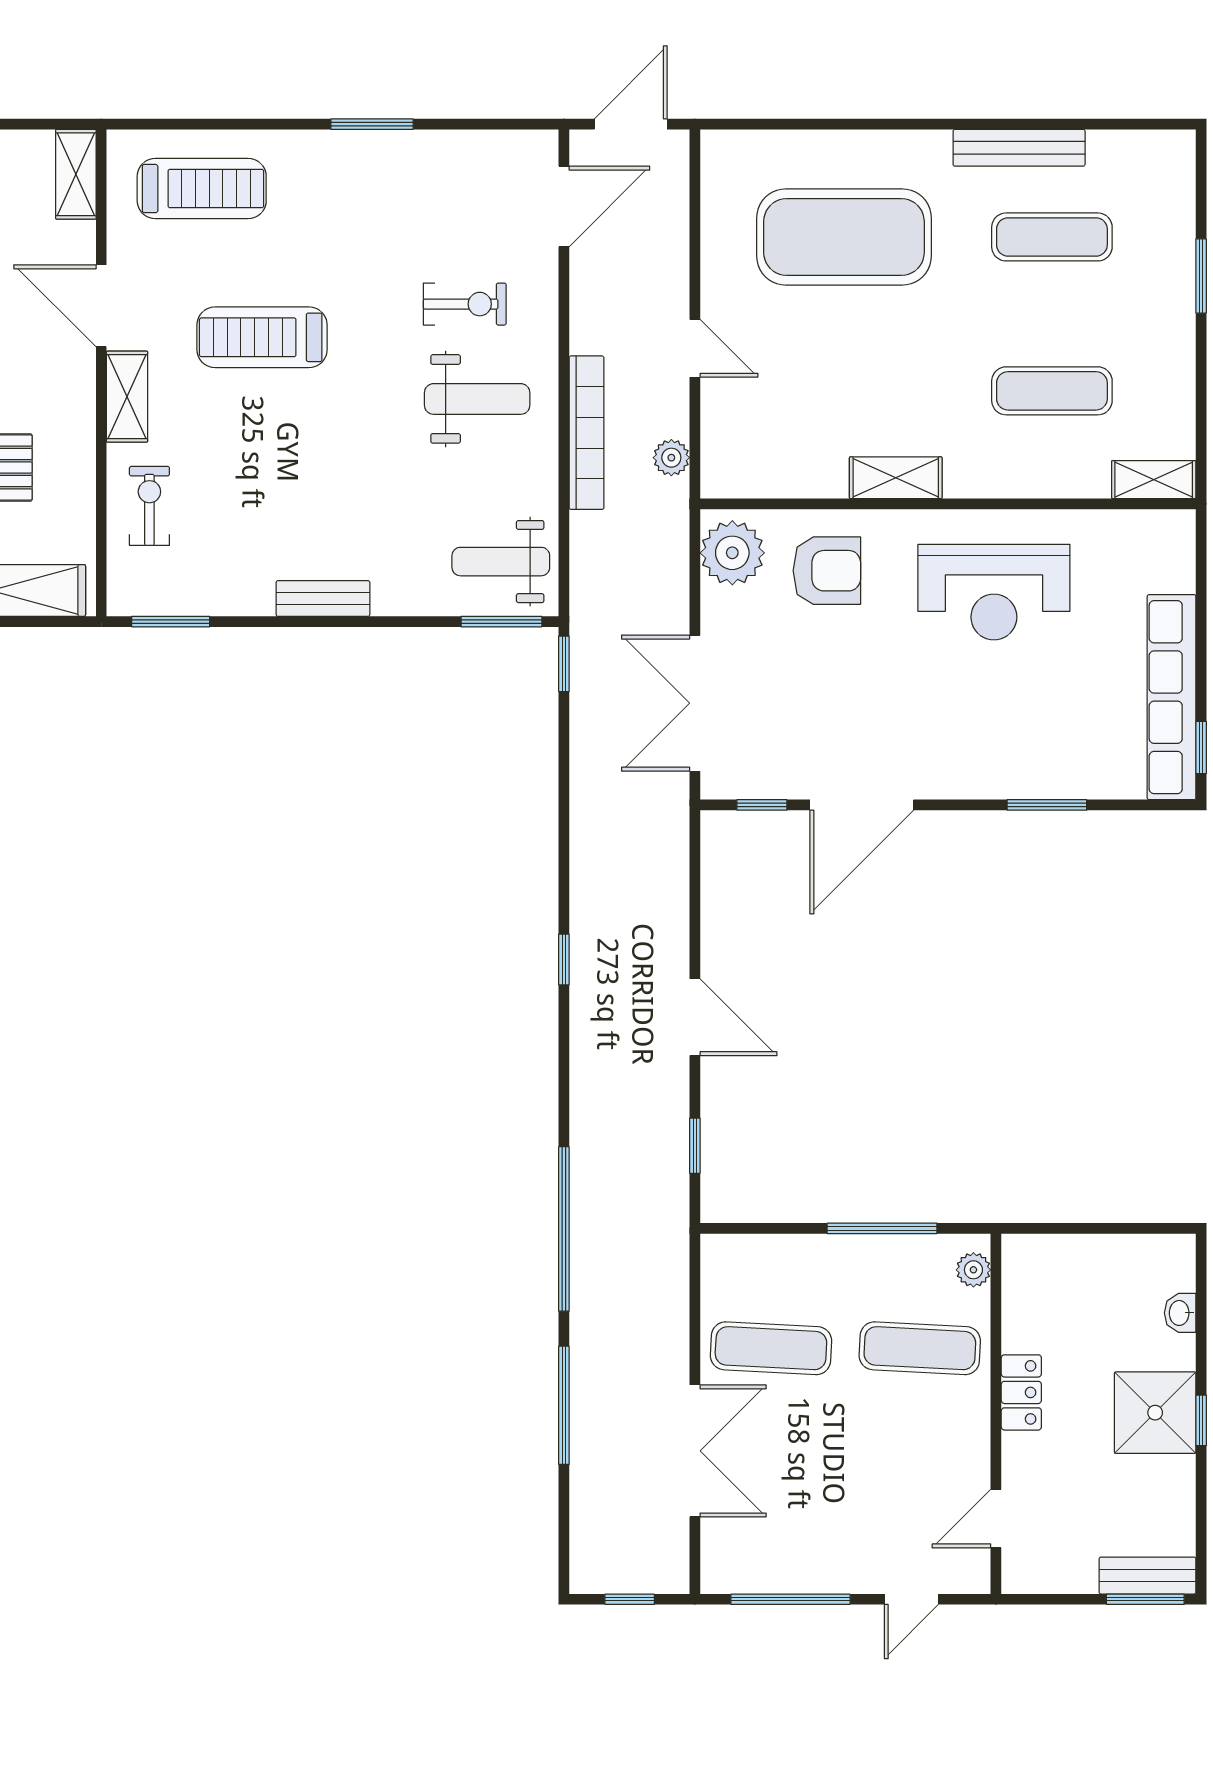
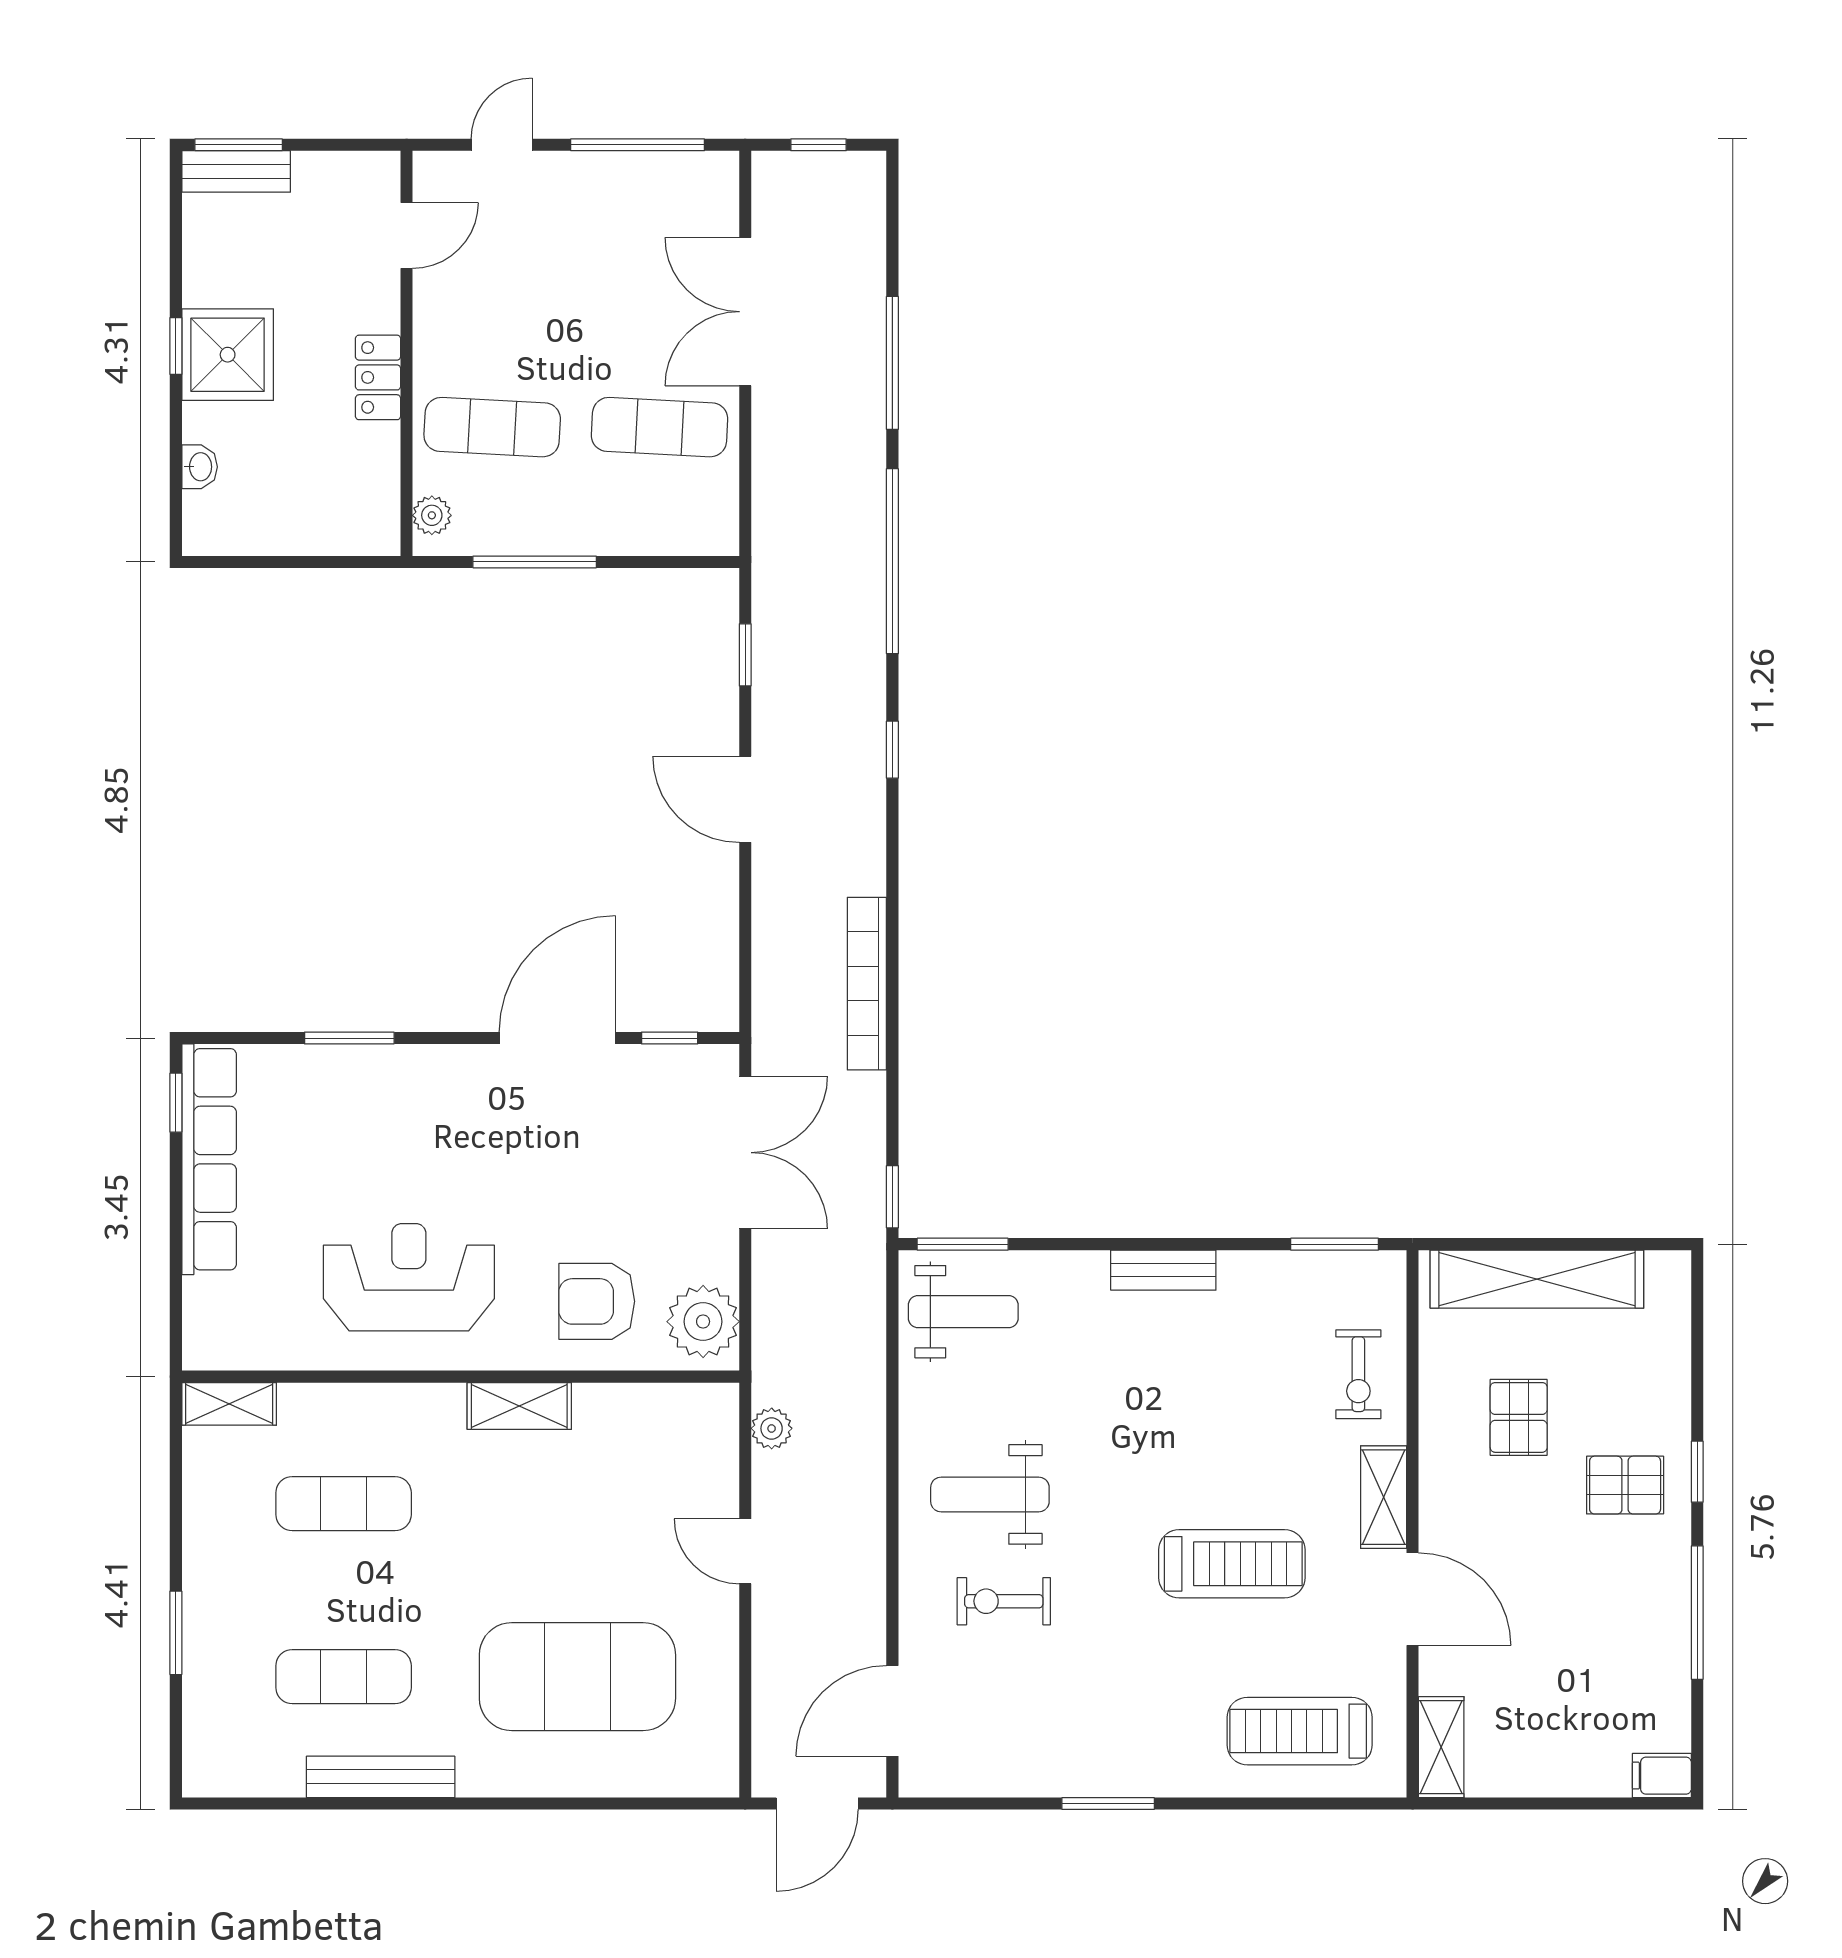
bookcase: (587, 433) -> (867, 984), moved
window: (564, 959) -> (892, 750), moved

